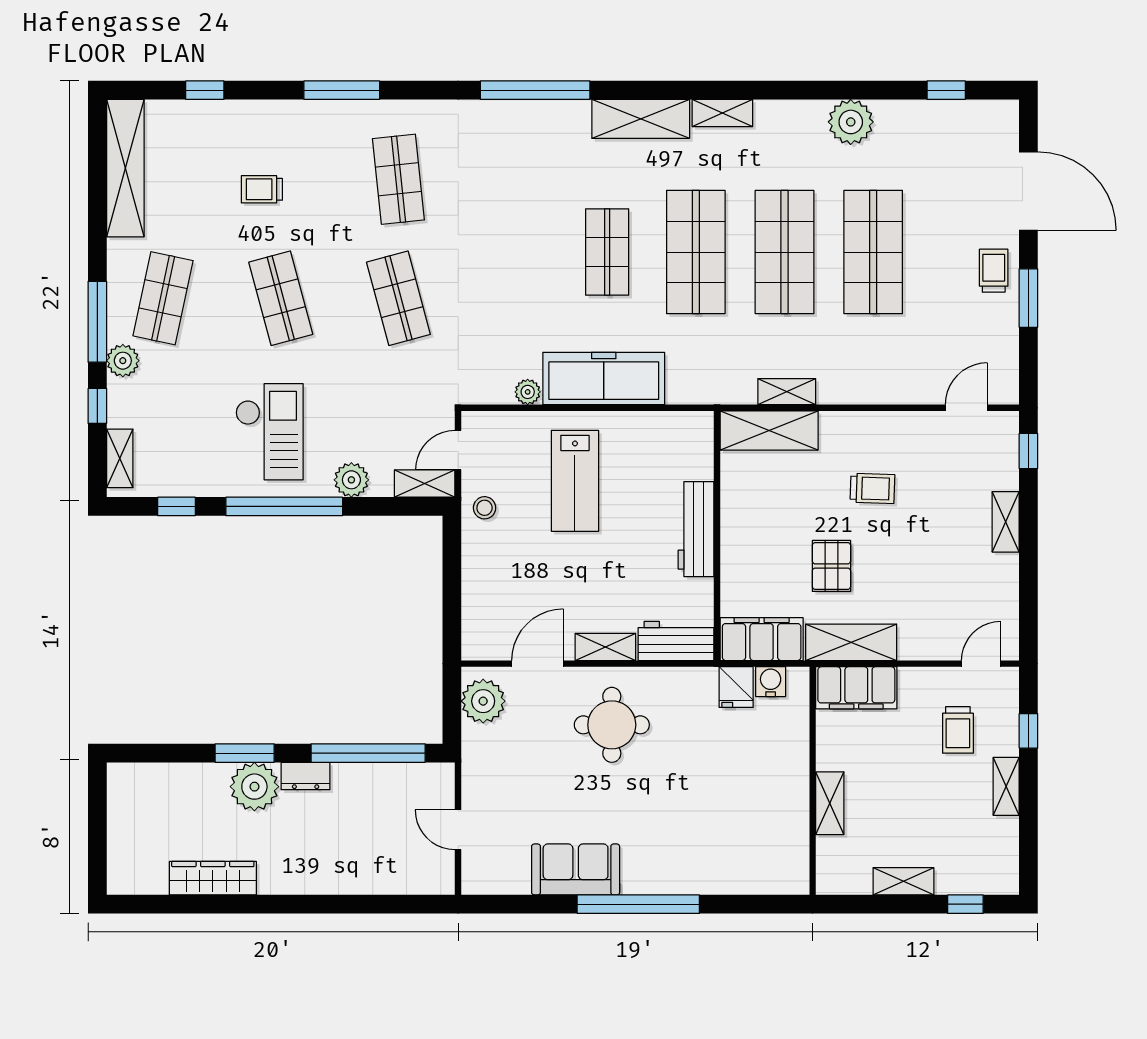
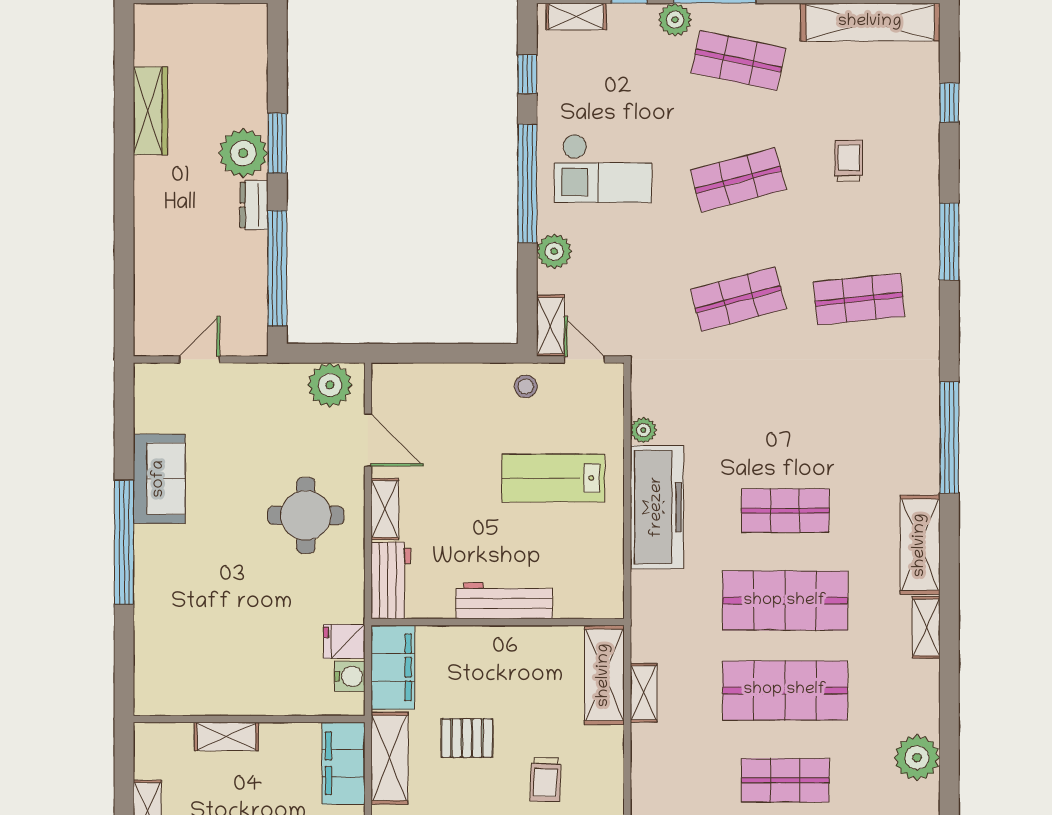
shop shelf: (873, 252) -> (785, 780), width x0.70, depth x0.74

